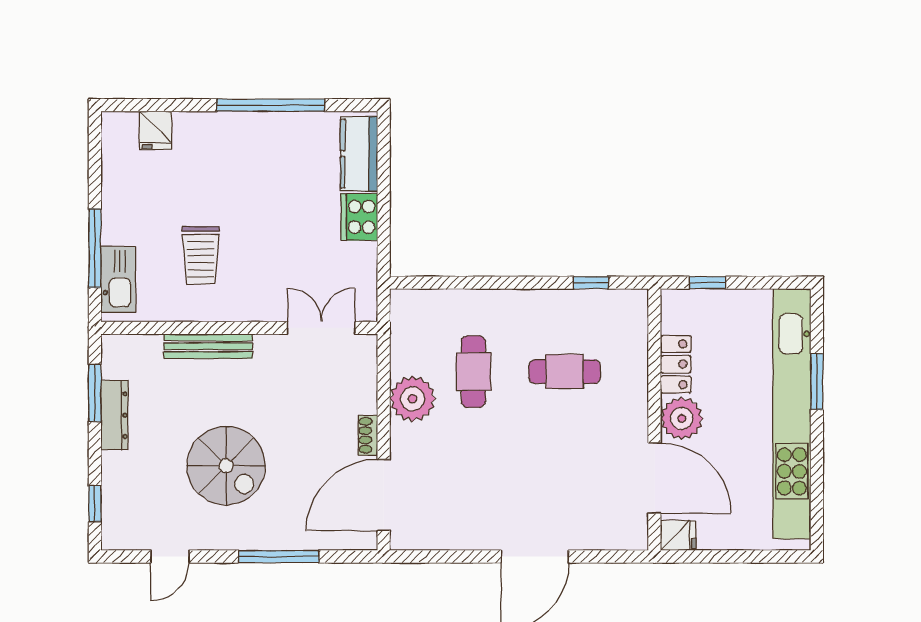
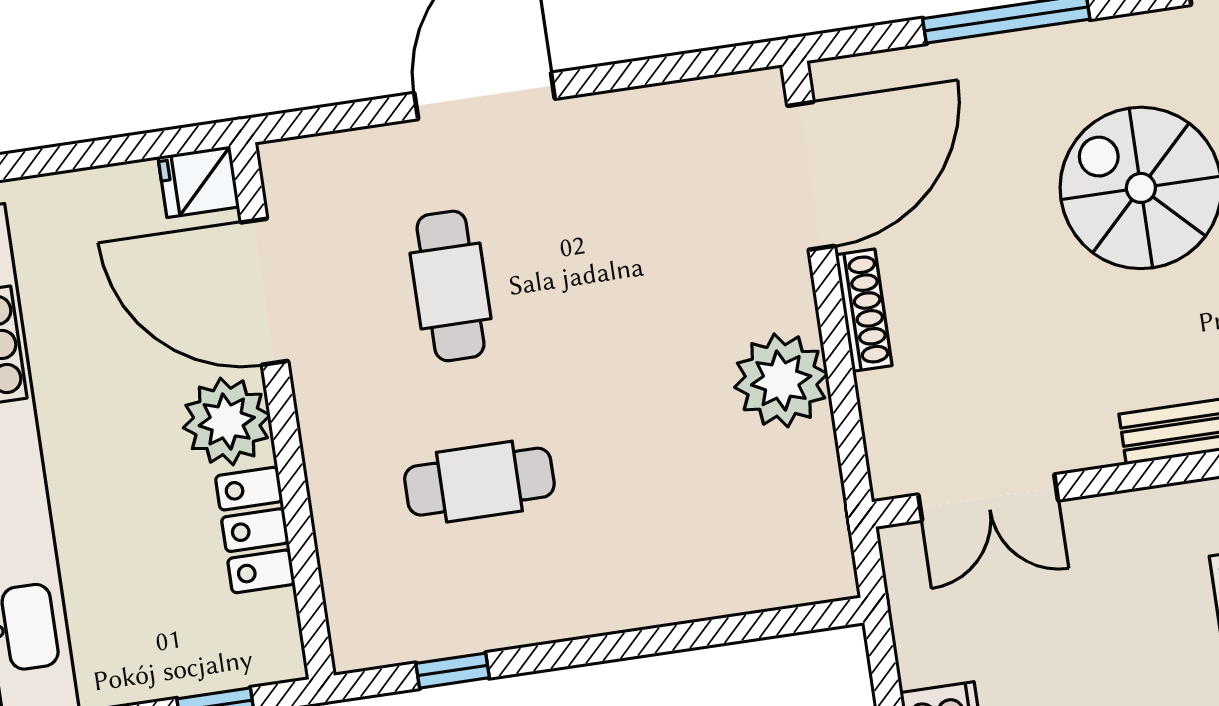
cafe table: (473, 372) -> (451, 286), moved
shoe rack: (368, 435) -> (864, 310), width x1.43

